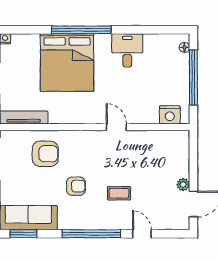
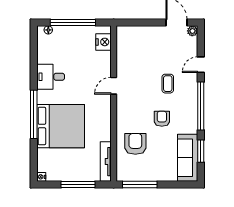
plant: (183, 184) -> (192, 31), moved
window: (23, 234) -> (201, 151), moved

